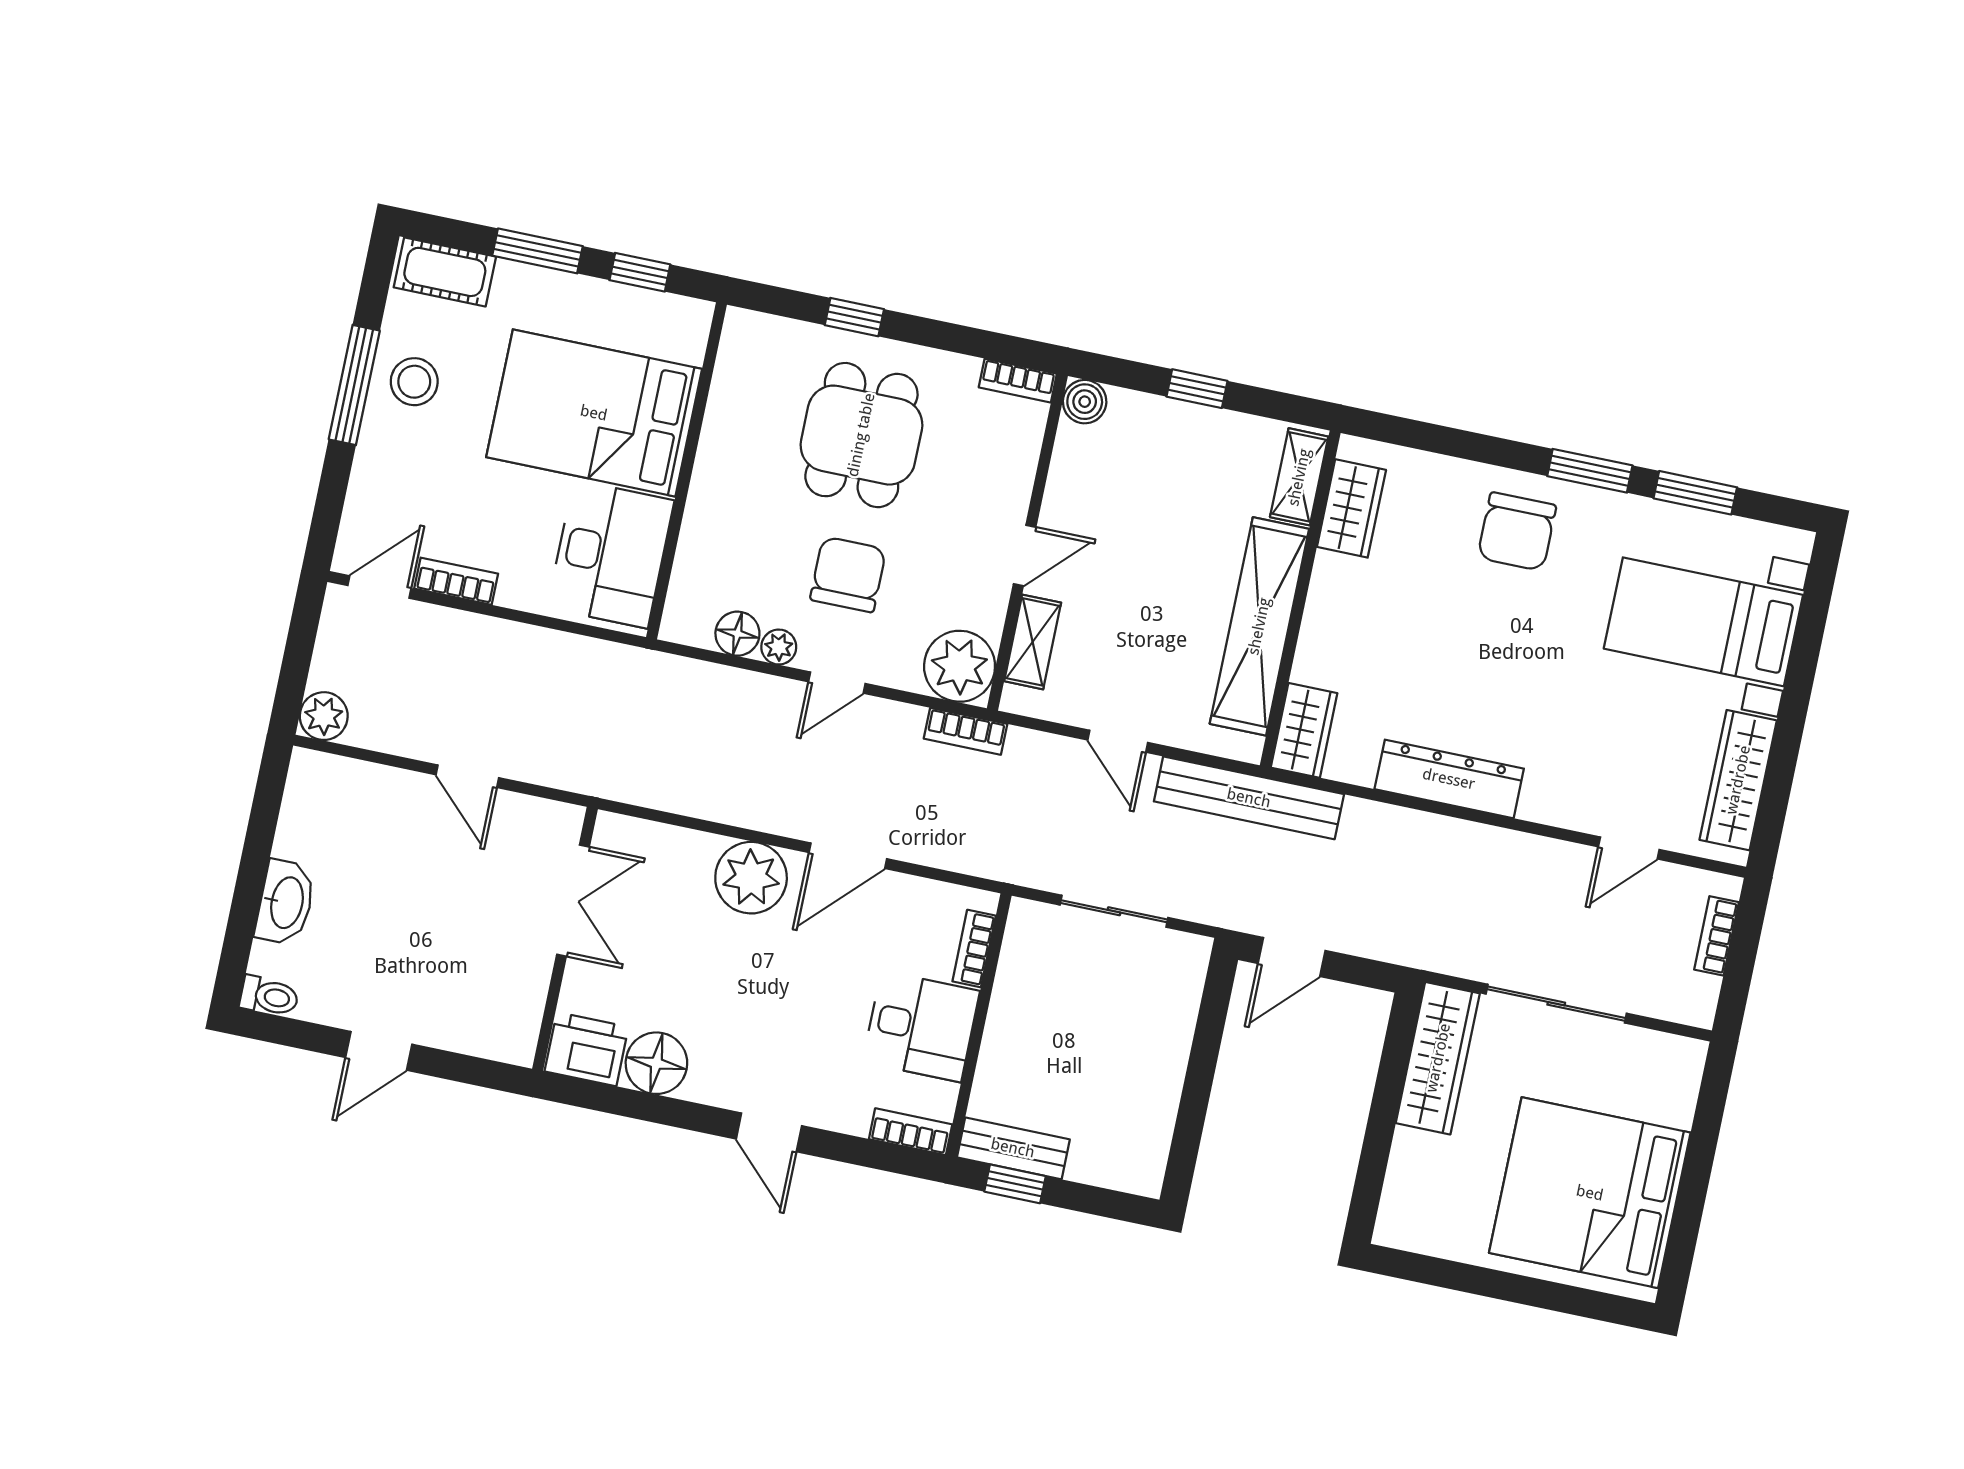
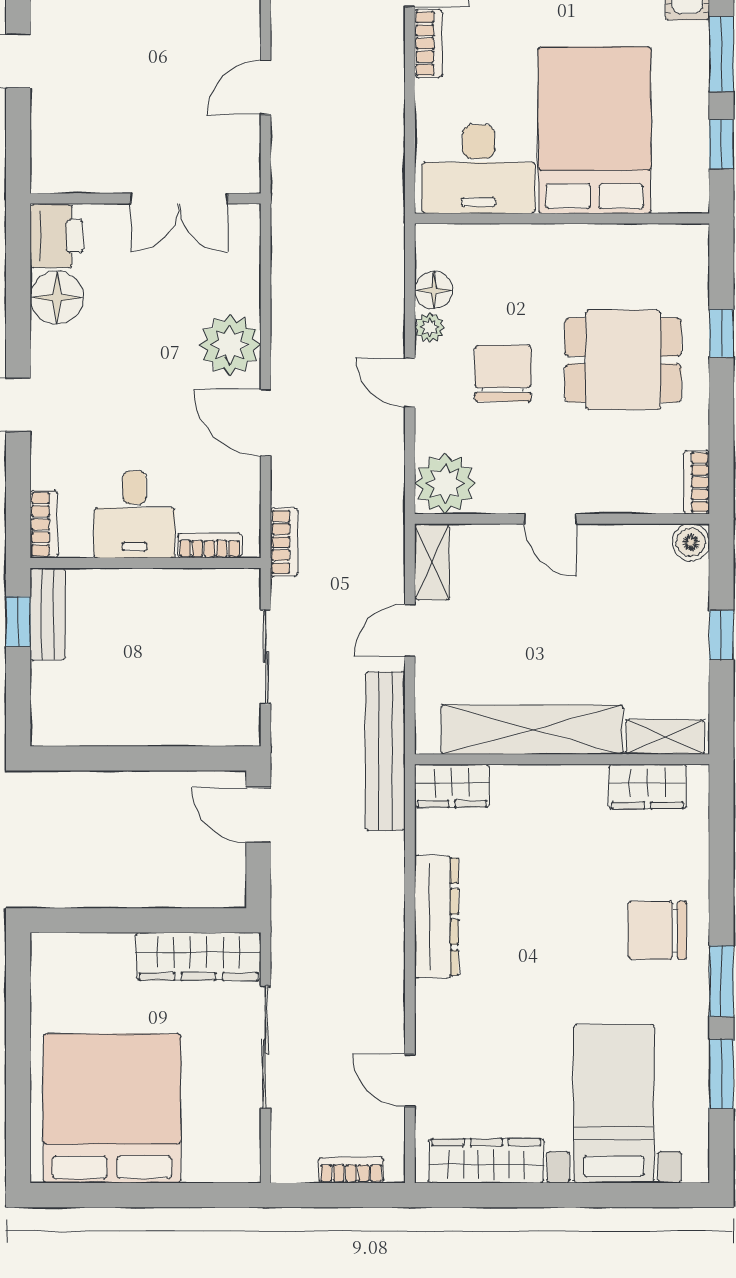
chair: (848, 574) -> (503, 373), turned -90
shelving: (1033, 642) -> (432, 562), moved, turned 90
bookcase: (966, 731) -> (284, 542), moved, turned 180

